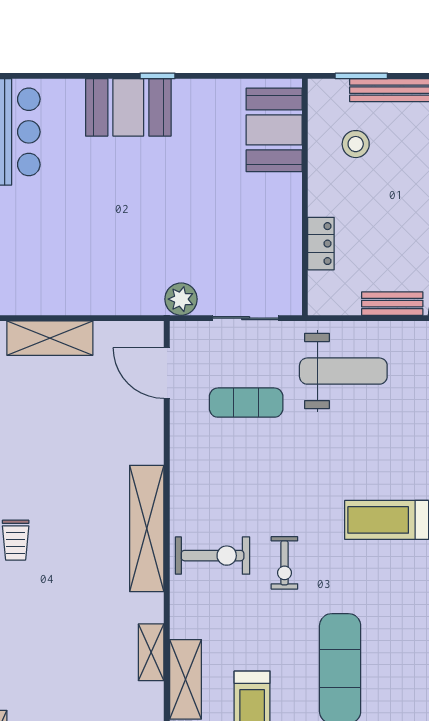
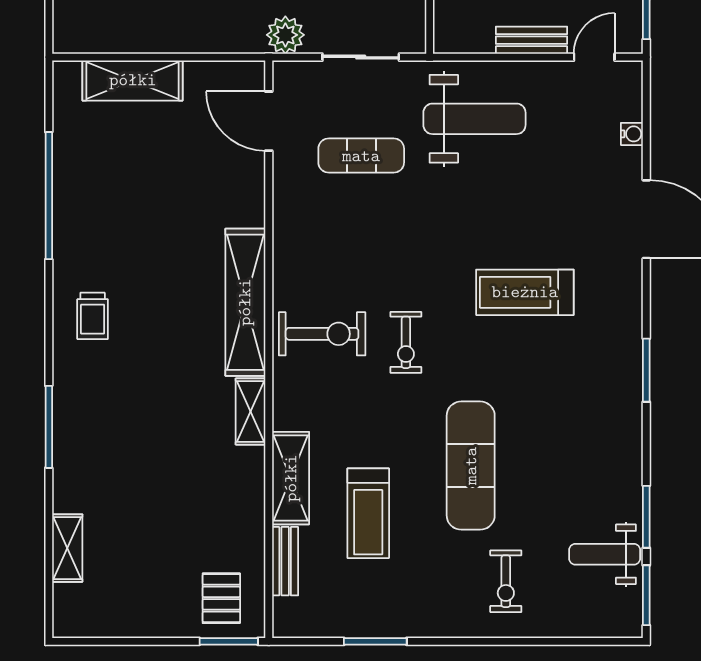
shelving: (151, 652) -> (251, 411), moved

